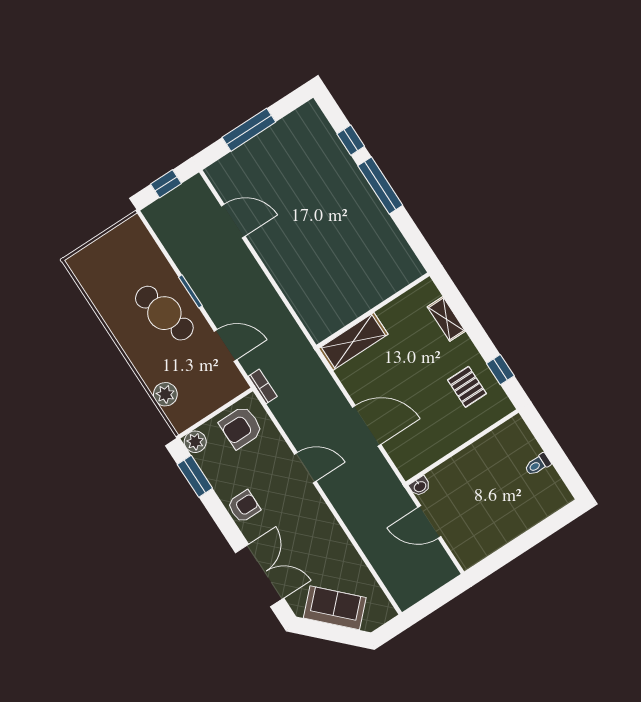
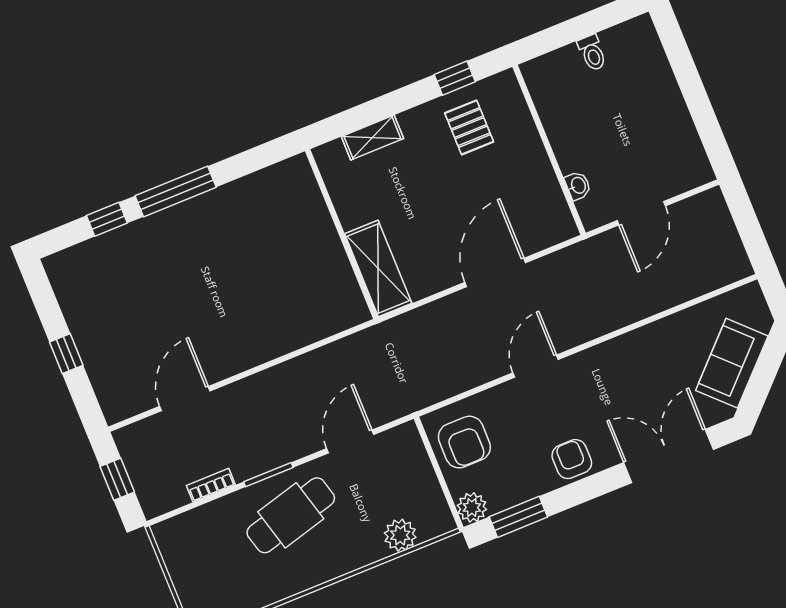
window: (249, 130) -> (66, 354), width x0.46
bookcase: (263, 386) -> (211, 485), moved
pallet: (467, 387) -> (469, 127), turned 90
washbasin: (420, 486) -> (578, 186), moved

